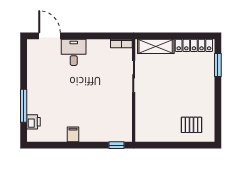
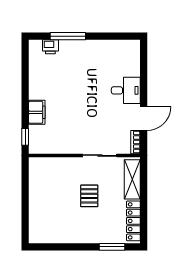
door: (50, 36) -> (144, 118), moved
pallet: (192, 125) -> (89, 196), moved
filing cabinet: (73, 134) -> (37, 112), moved, width x2.00

